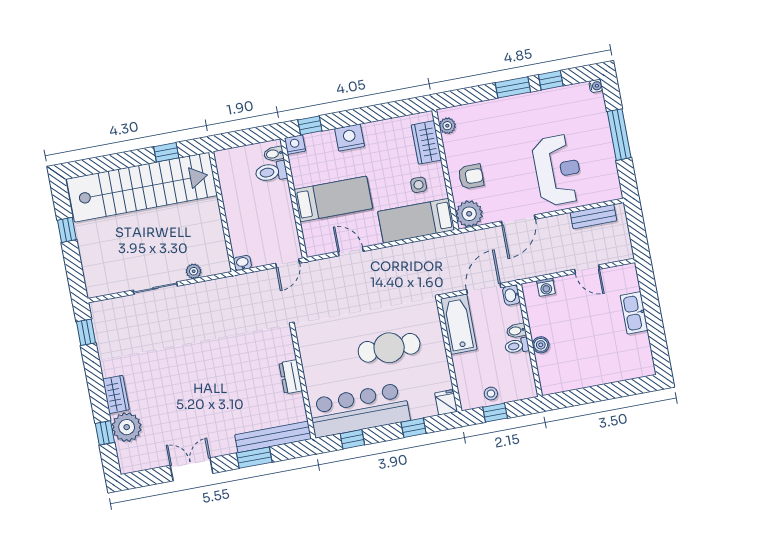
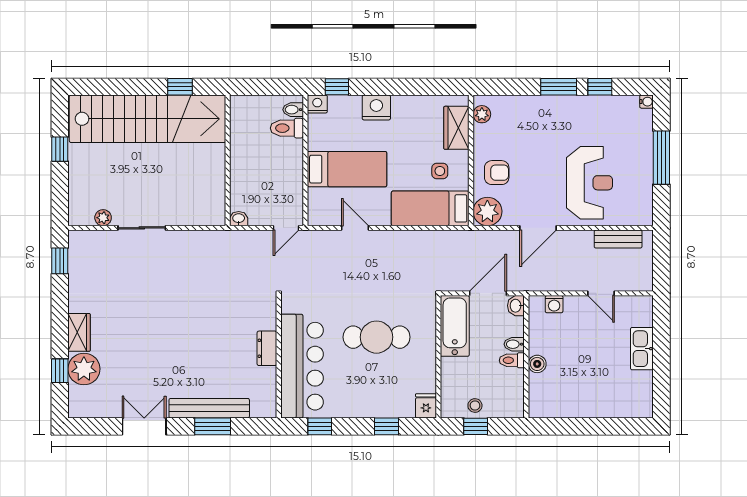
plant: (194, 271) -> (103, 218), moved
bar counter: (359, 410) -> (302, 366), moved, turned 90
bench: (273, 437) -> (209, 408), moved

